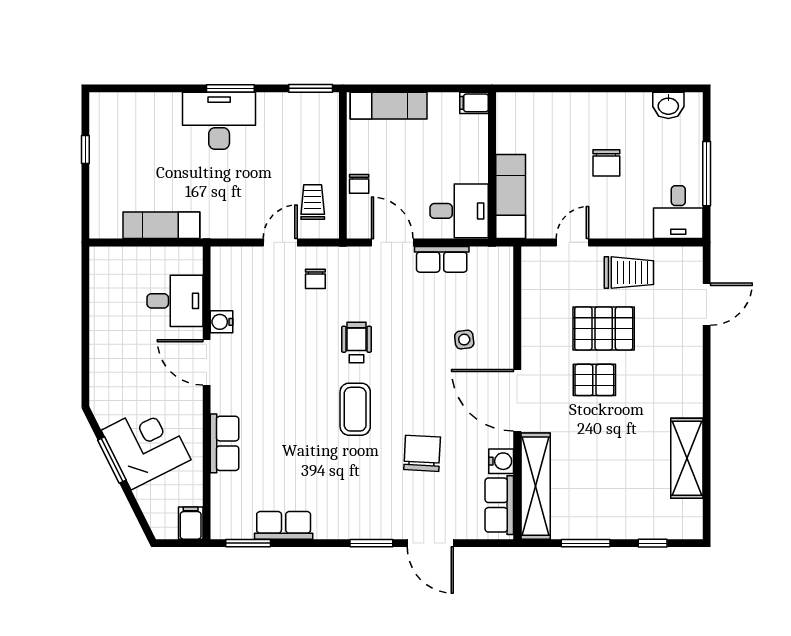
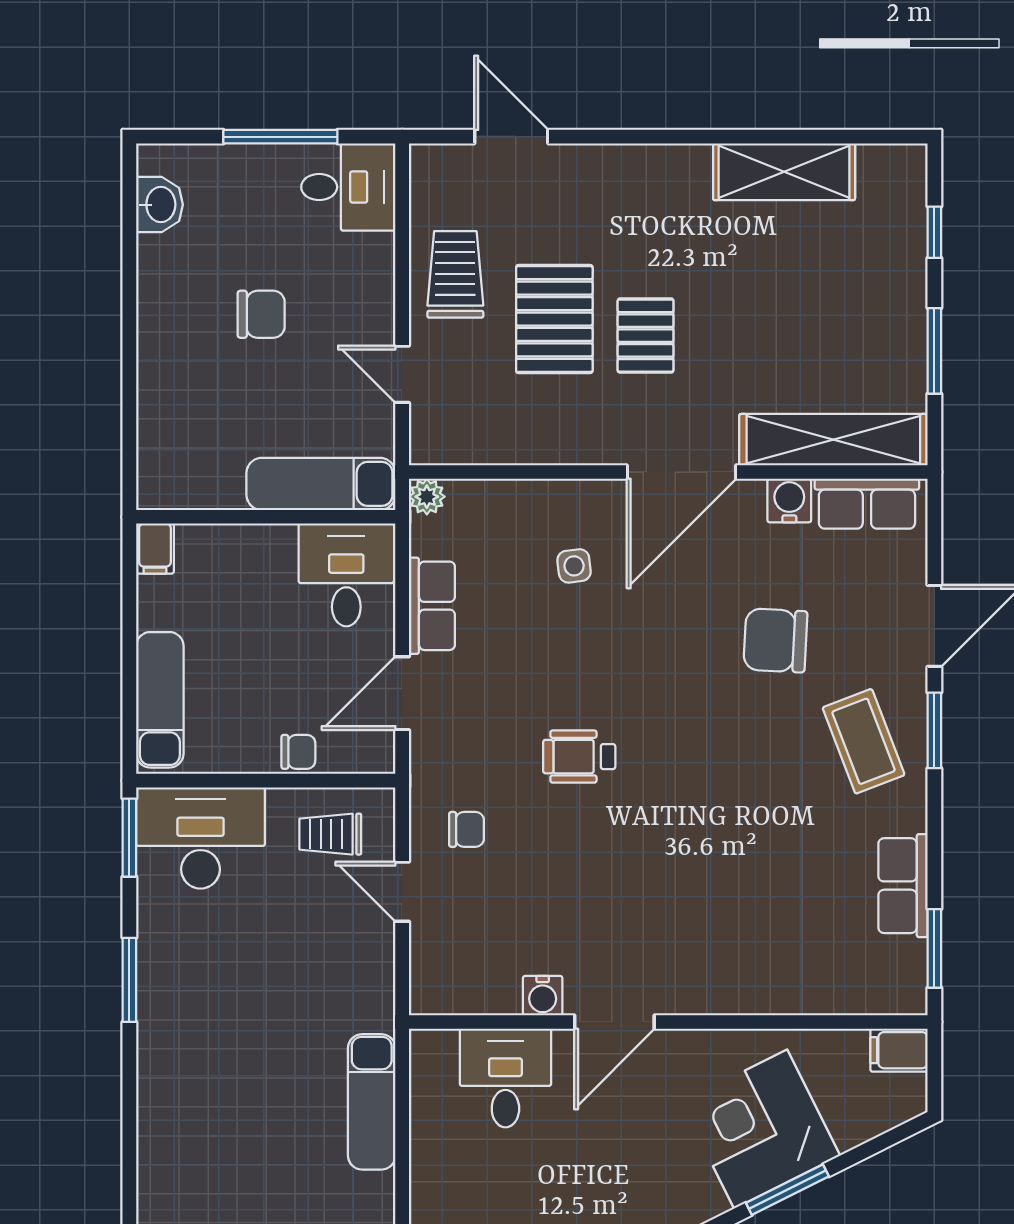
desk: (219, 121) -> (201, 838), moved, turned 90
plant: (503, 256) -> (427, 497), added
coffee table: (355, 409) -> (864, 741), moved, turned 69
row of seats: (225, 443) -> (758, 990), removed

